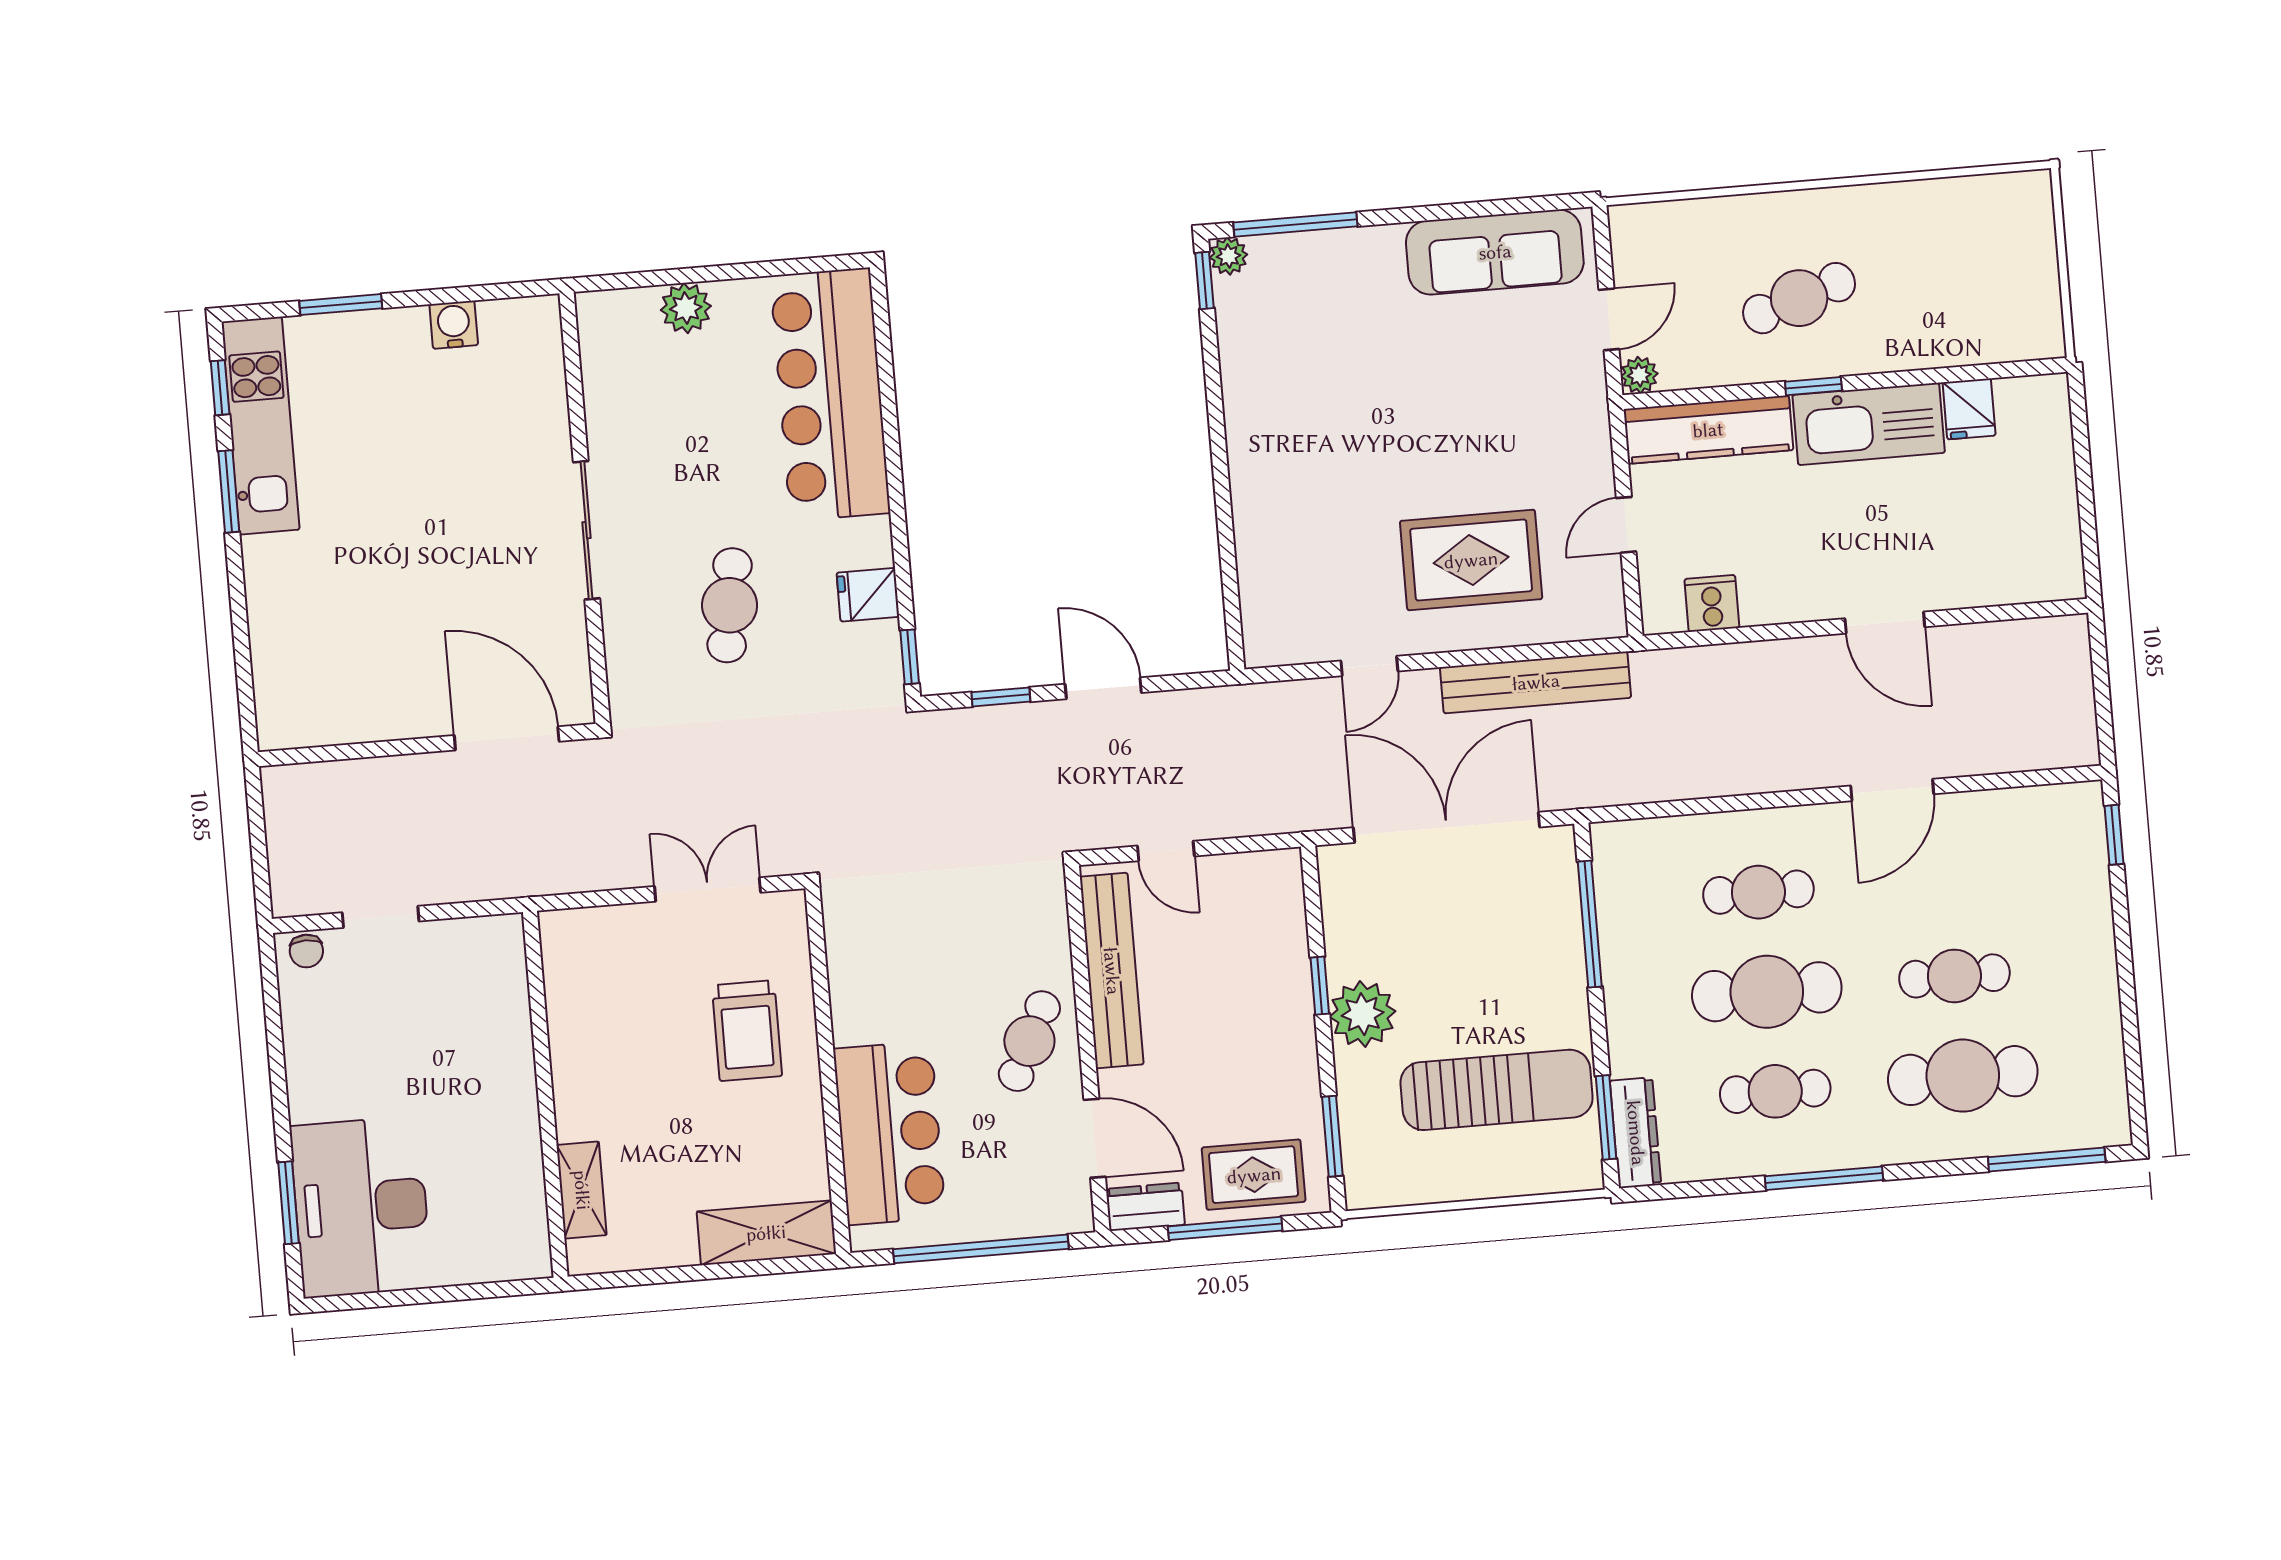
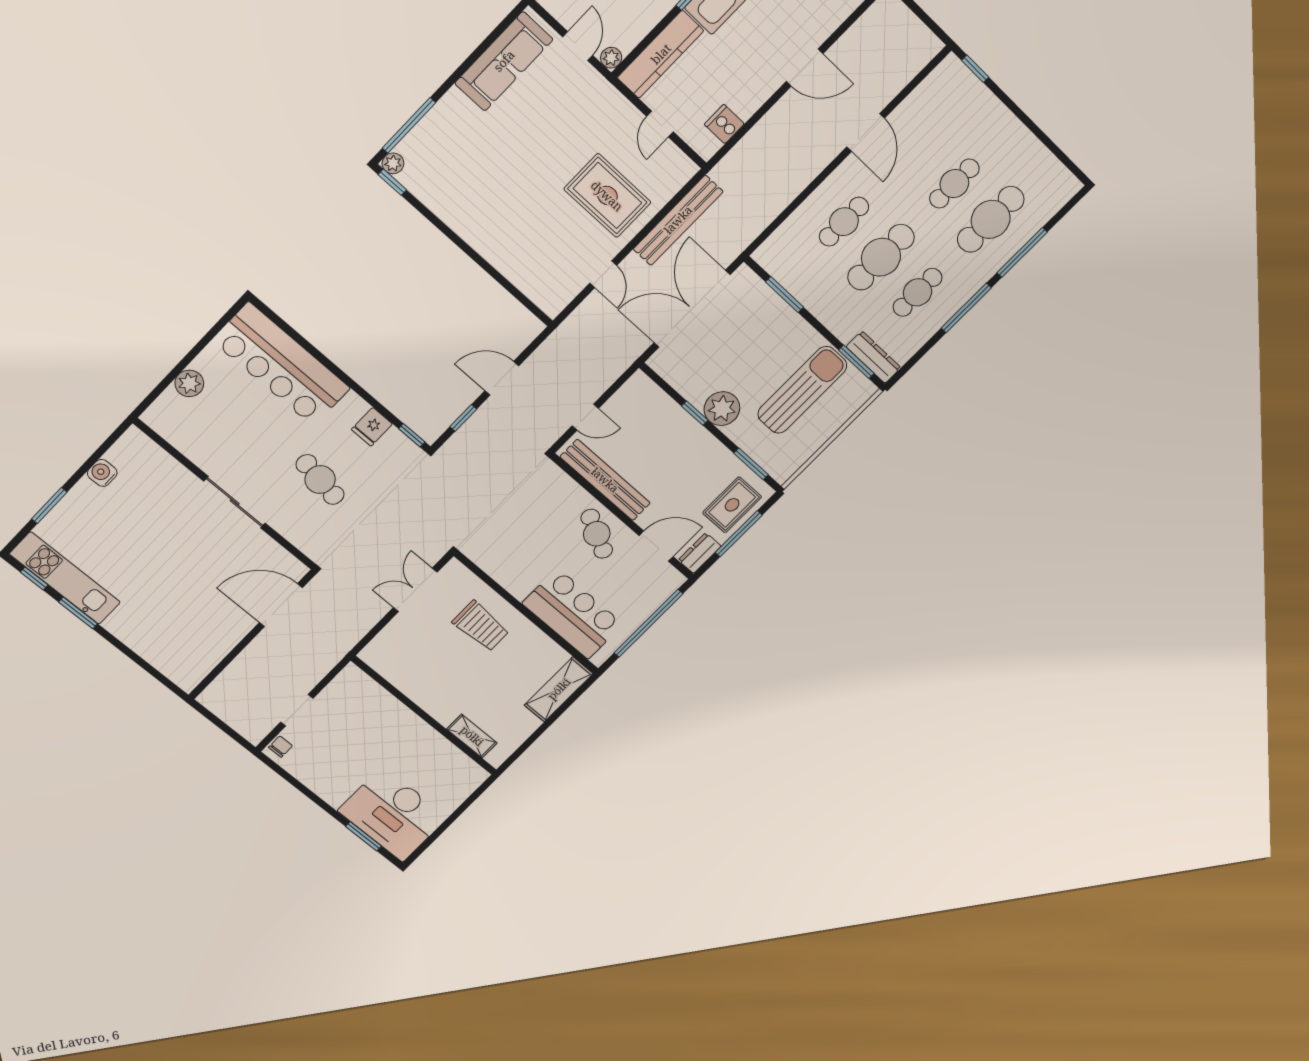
rug: (1471, 560) -> (607, 196), turned 90
window: (1590, 924) -> (785, 295), width x0.69
chair: (306, 951) -> (280, 747), turned -90
window: (2047, 1159) -> (1022, 252), moved

